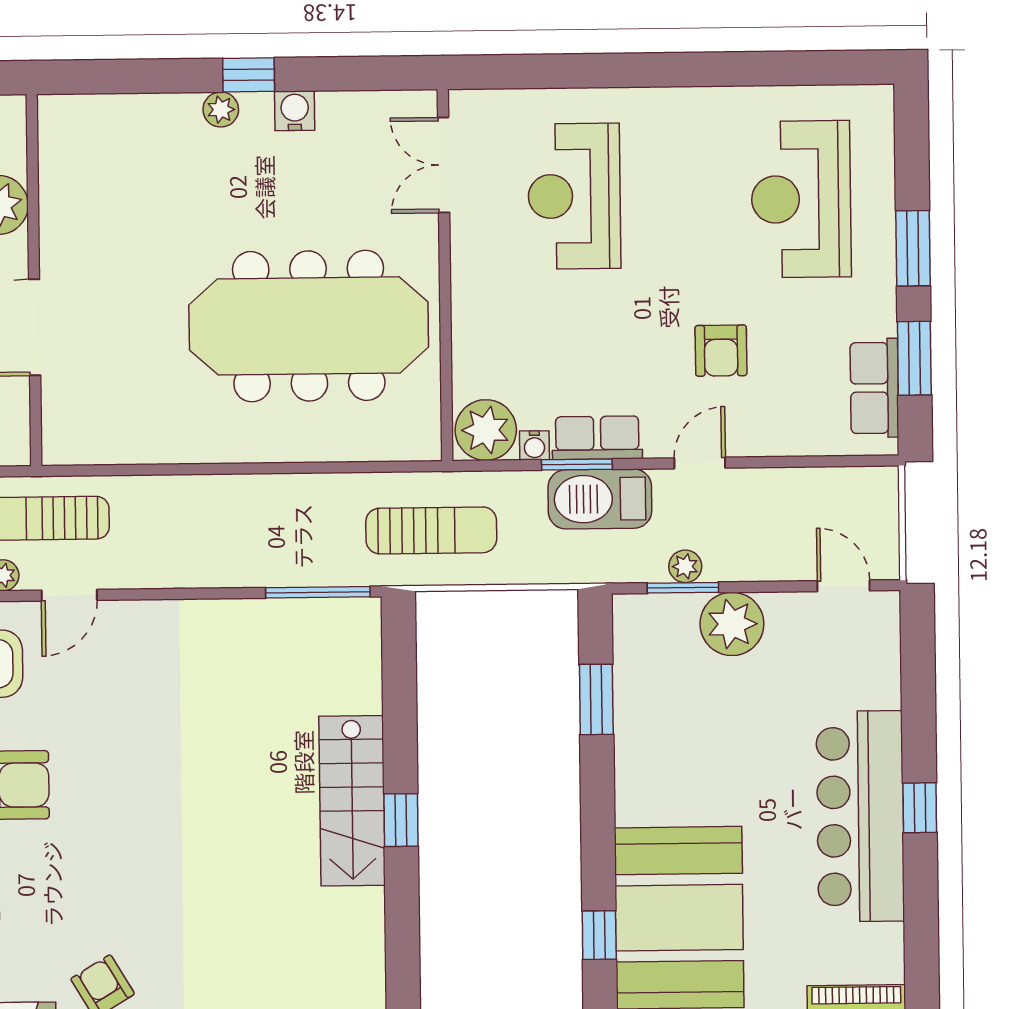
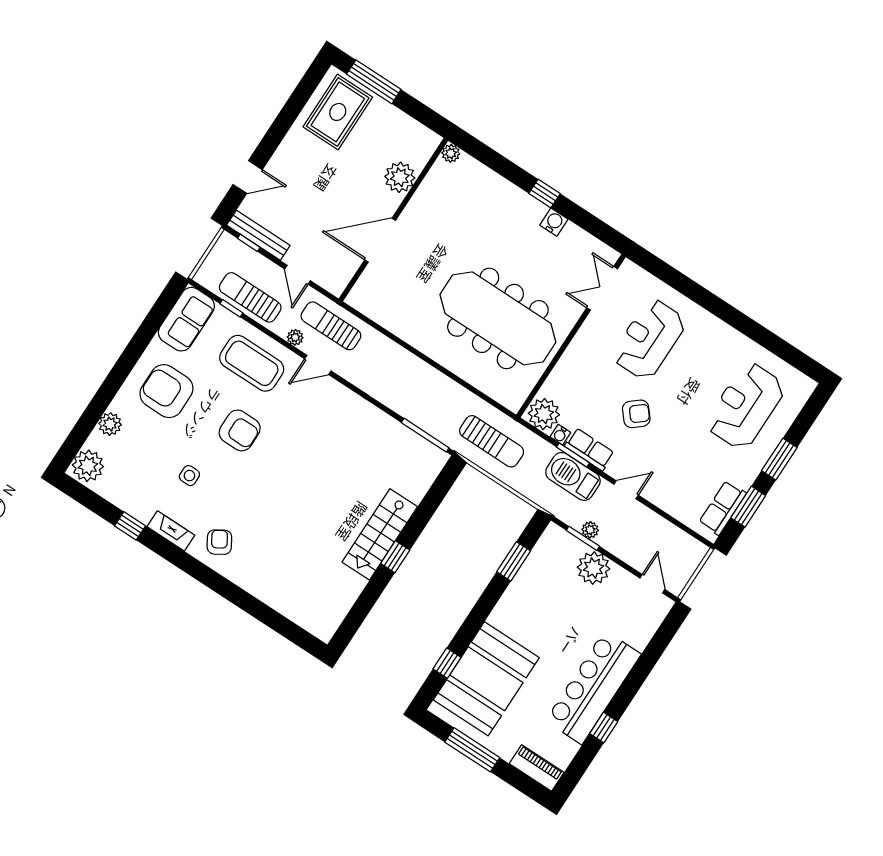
plant: (221, 109) -> (451, 153), moved
armchair: (721, 351) -> (636, 414), moved, turned -130
window: (920, 808) -> (604, 728), moved

